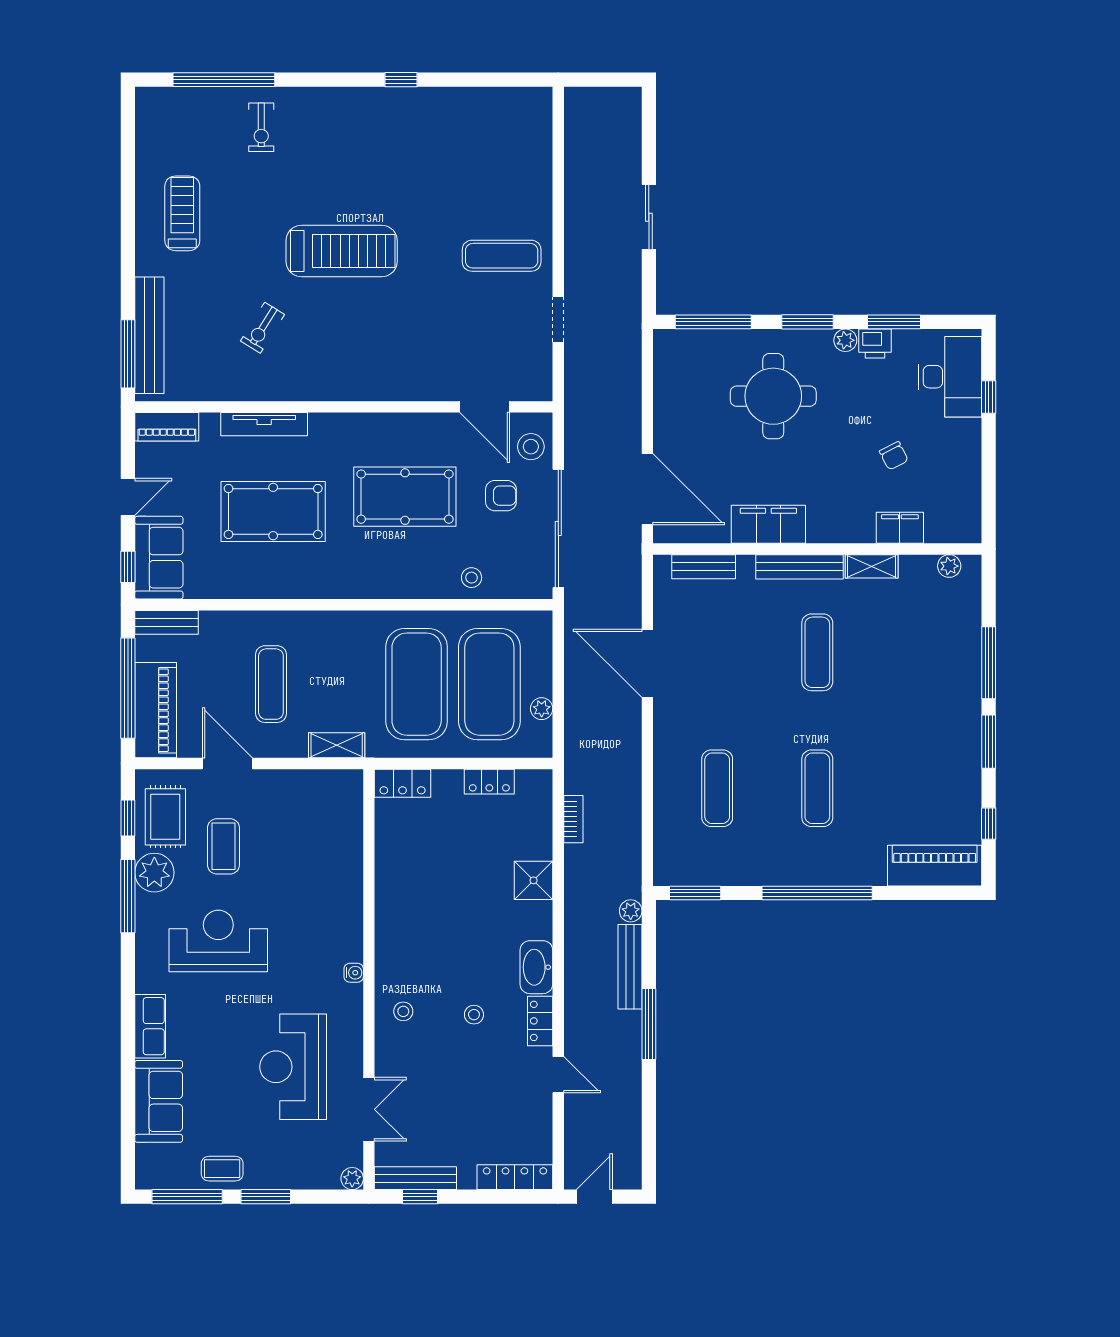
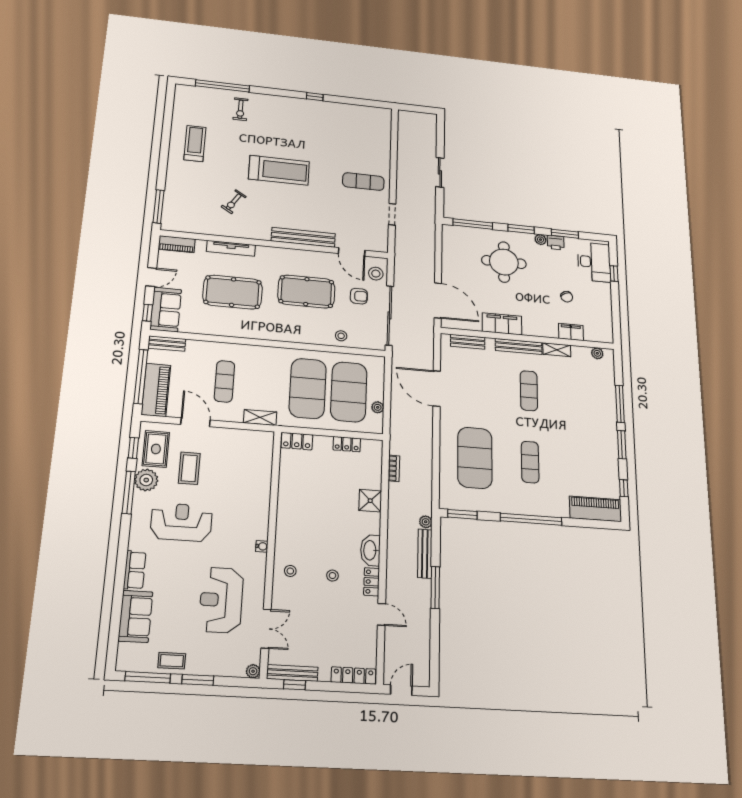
bench: (149, 335) -> (303, 237), moved, turned 90
exercise mat: (717, 788) -> (475, 458), width x2.00, depth x1.45

